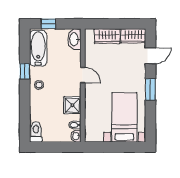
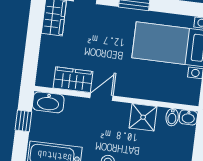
window: (48, 24) -> (23, 121), moved
wardrobe: (107, 36) -> (73, 80), moved, turned -90

